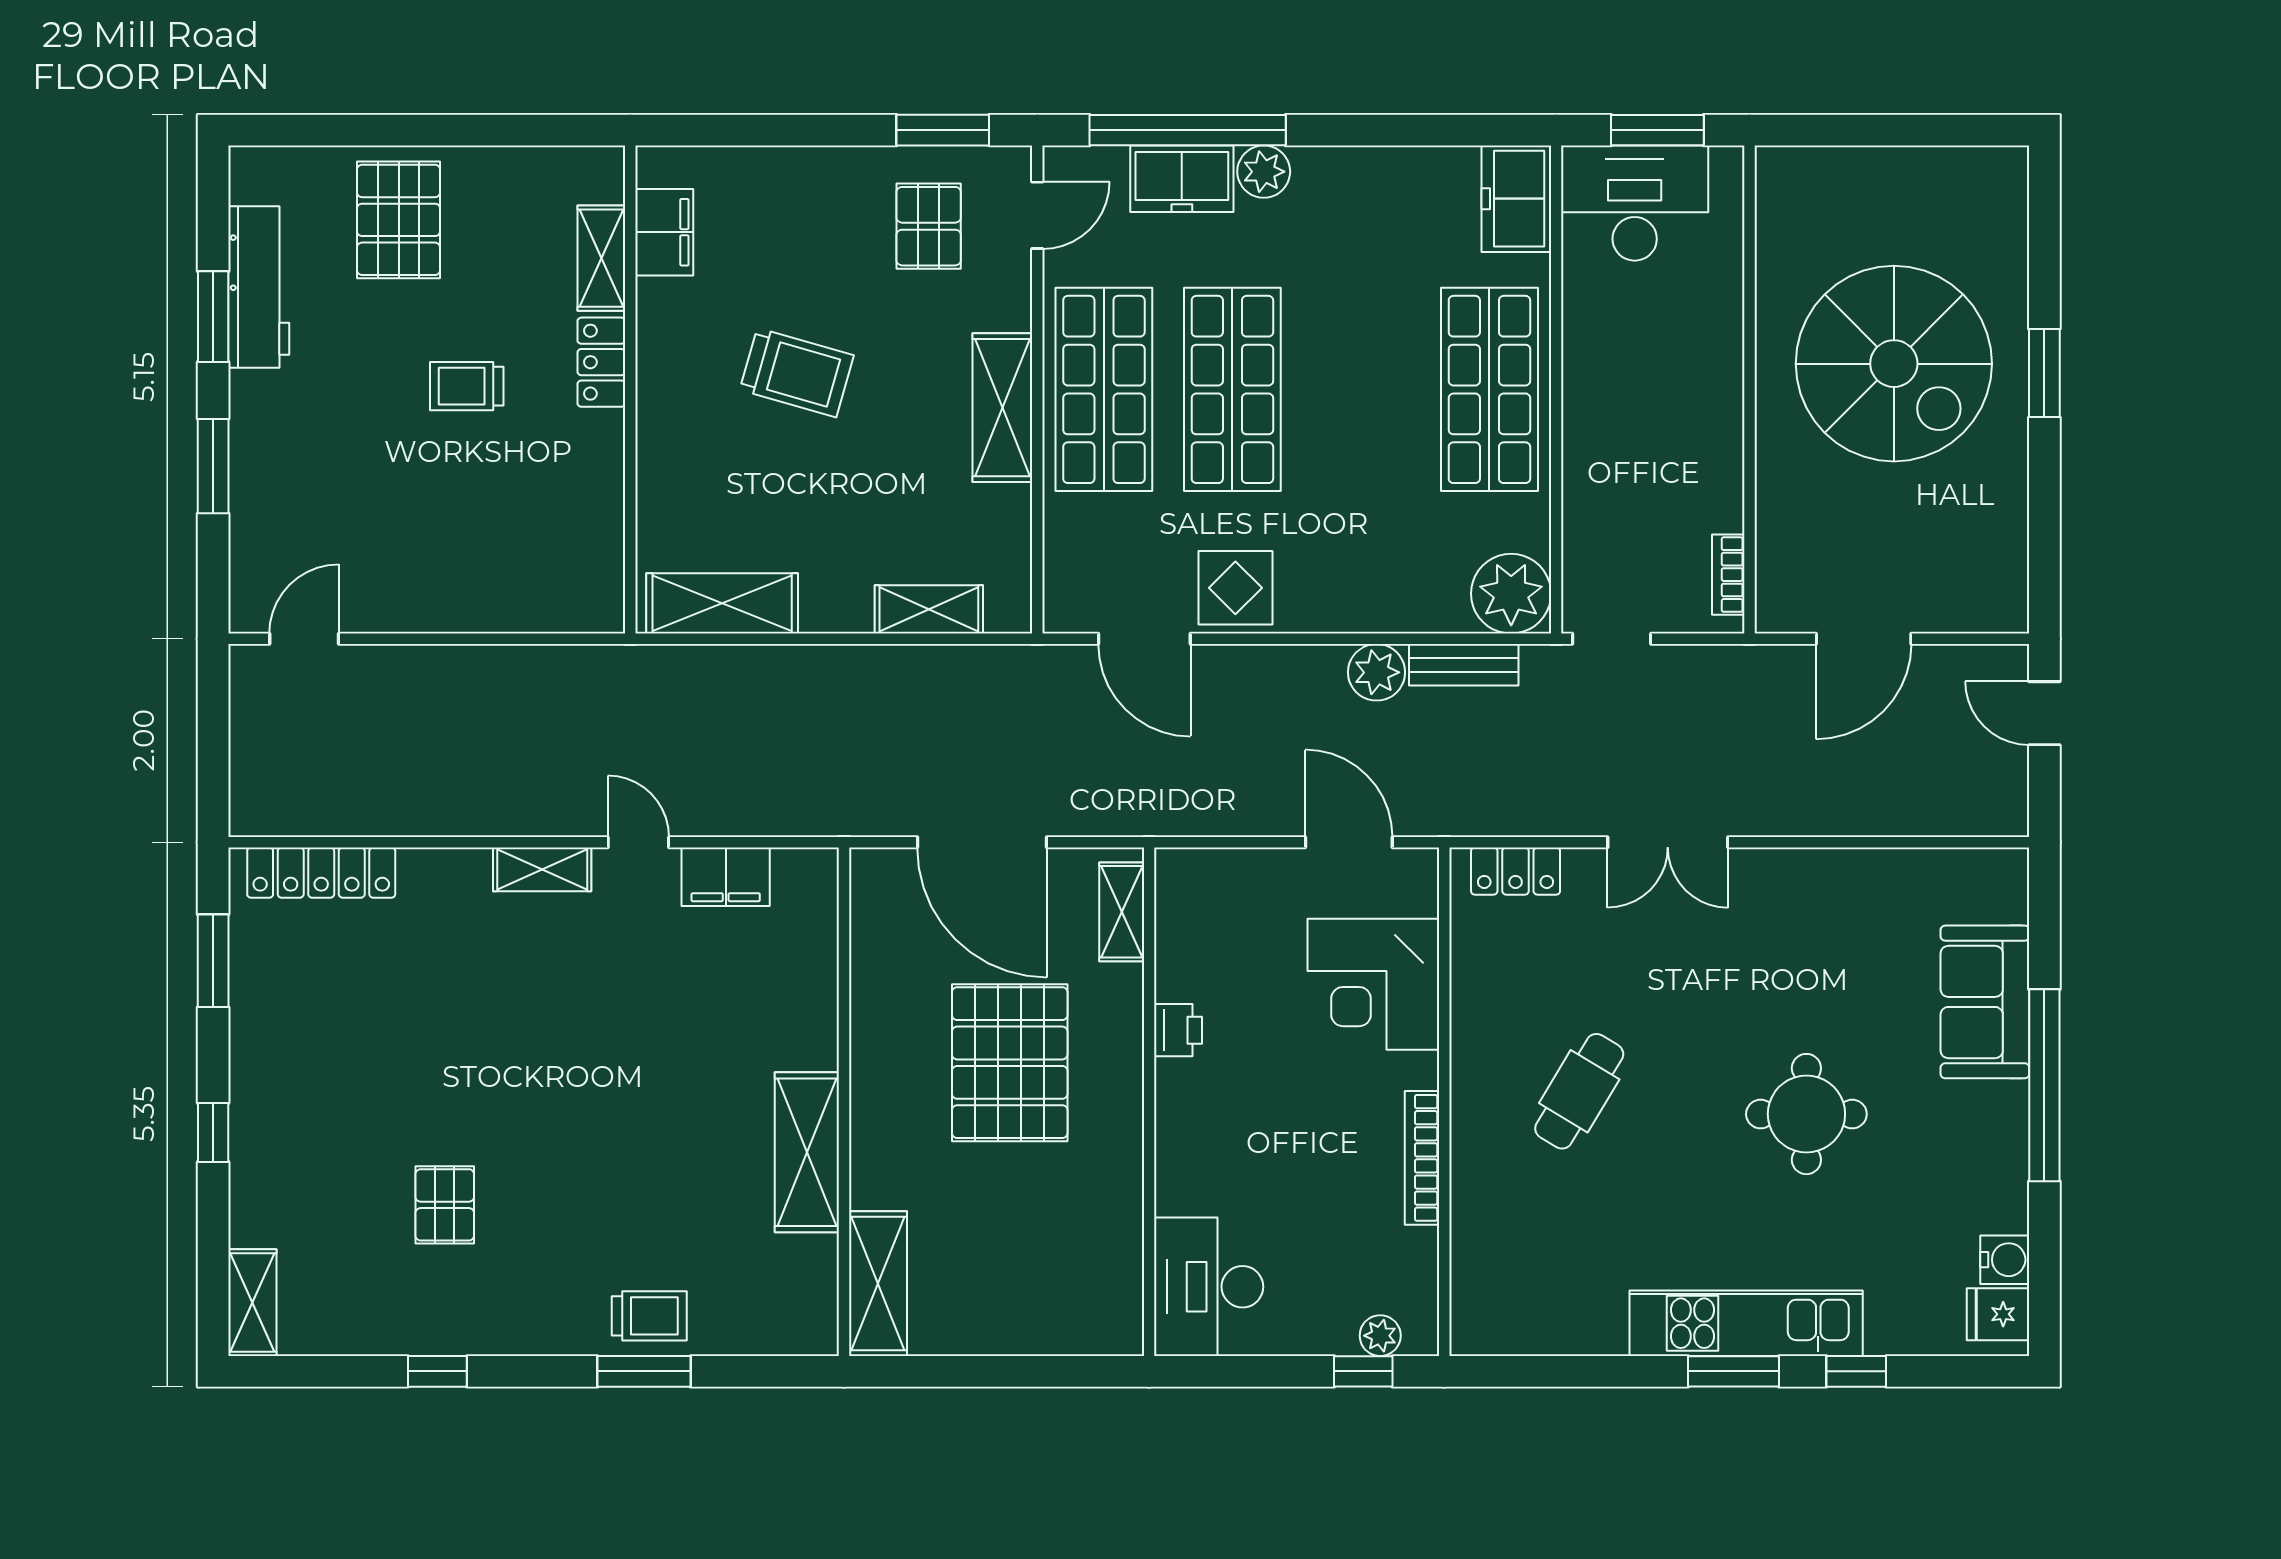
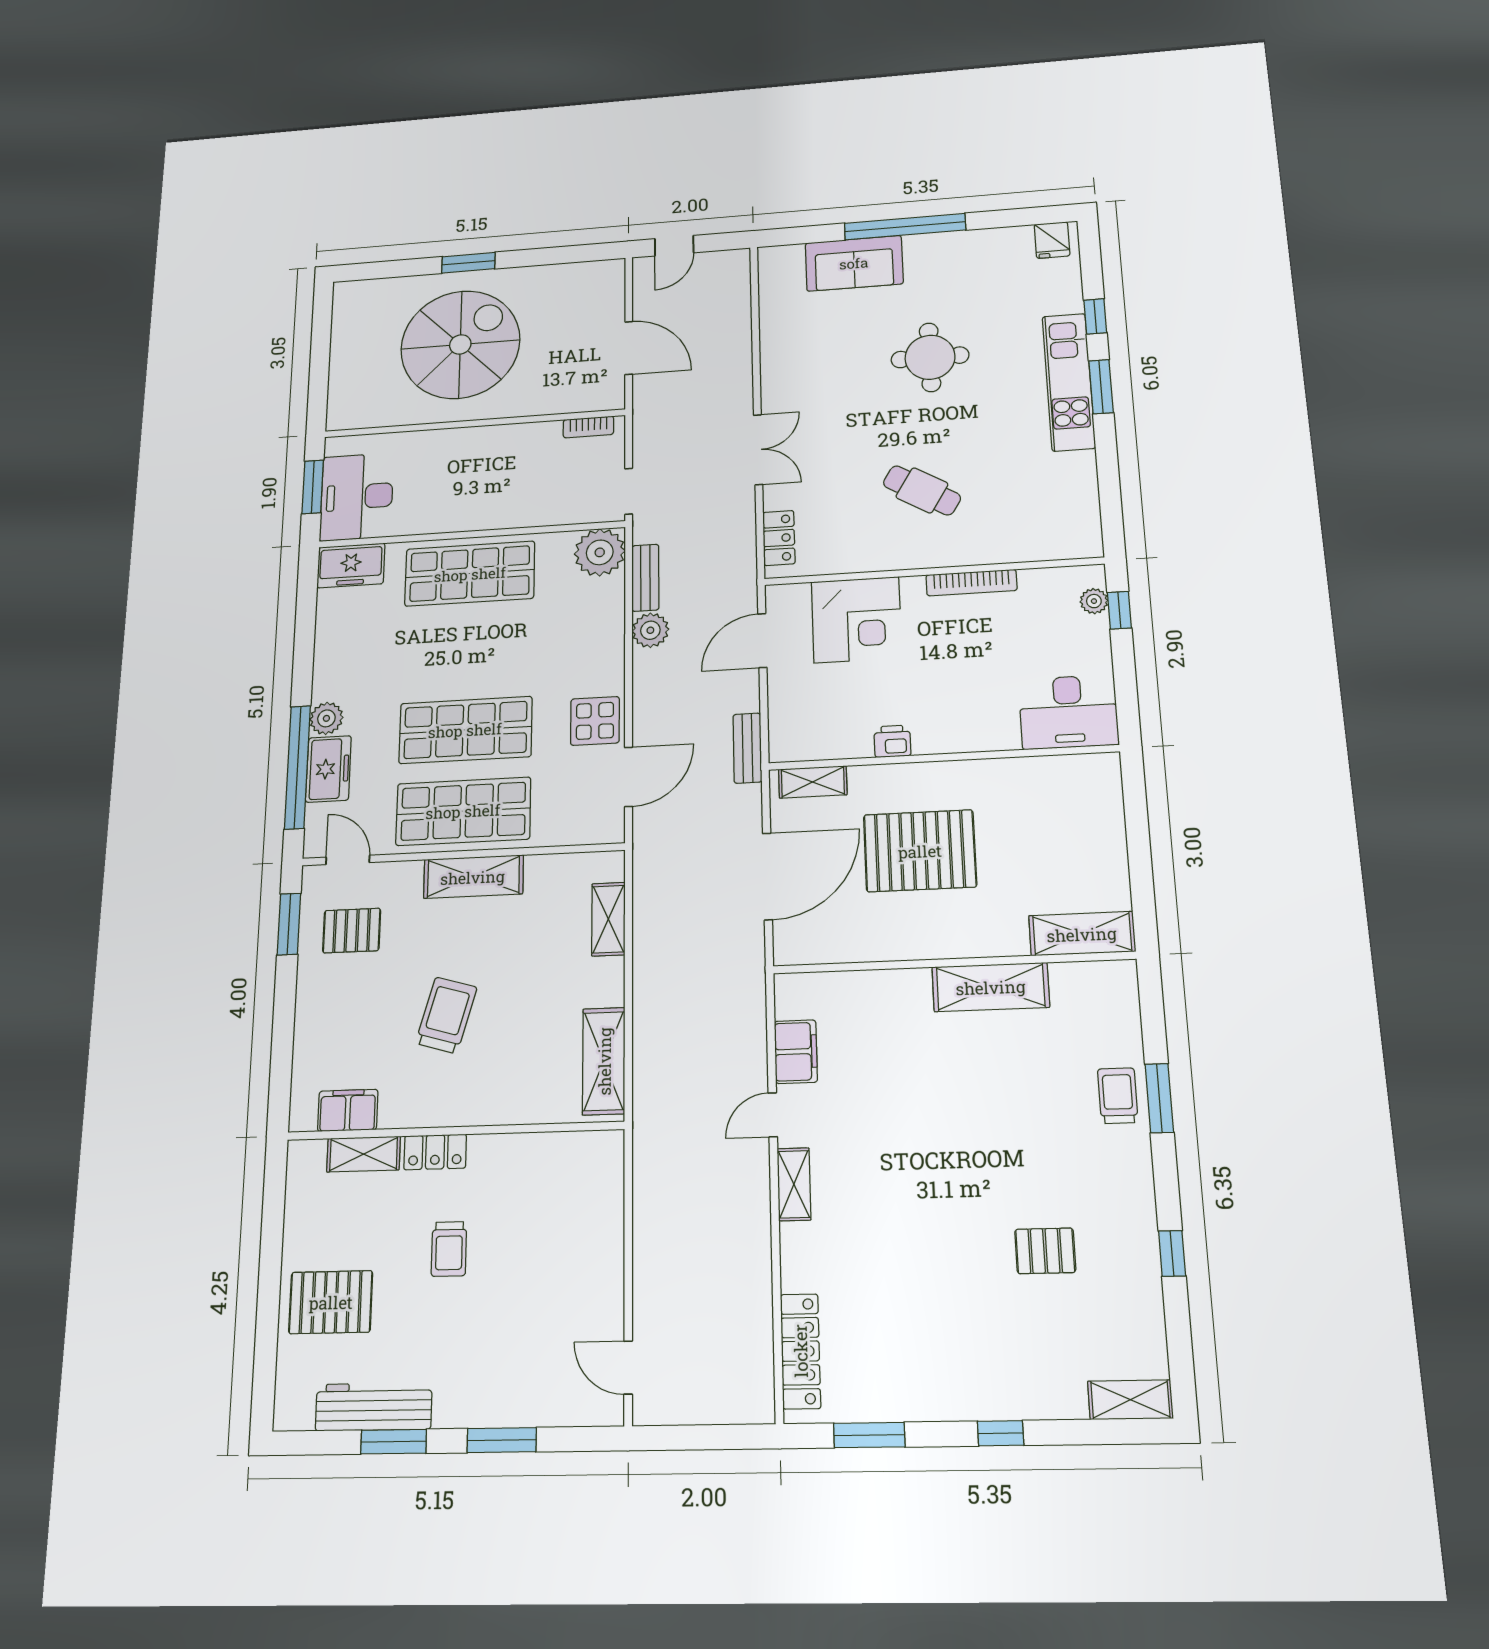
bench: (1180, 817) -> (747, 748), added
water cooler: (2005, 1260) -> (1017, 239), removed

